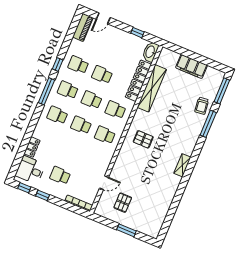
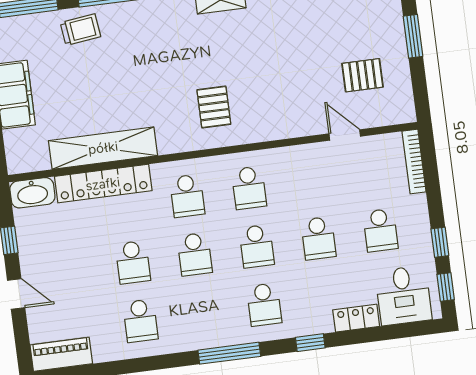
door: (103, 18) -> (16, 294), moved
window: (58, 64) -> (310, 343), moved
school desk: (68, 90) -> (318, 238), moved

